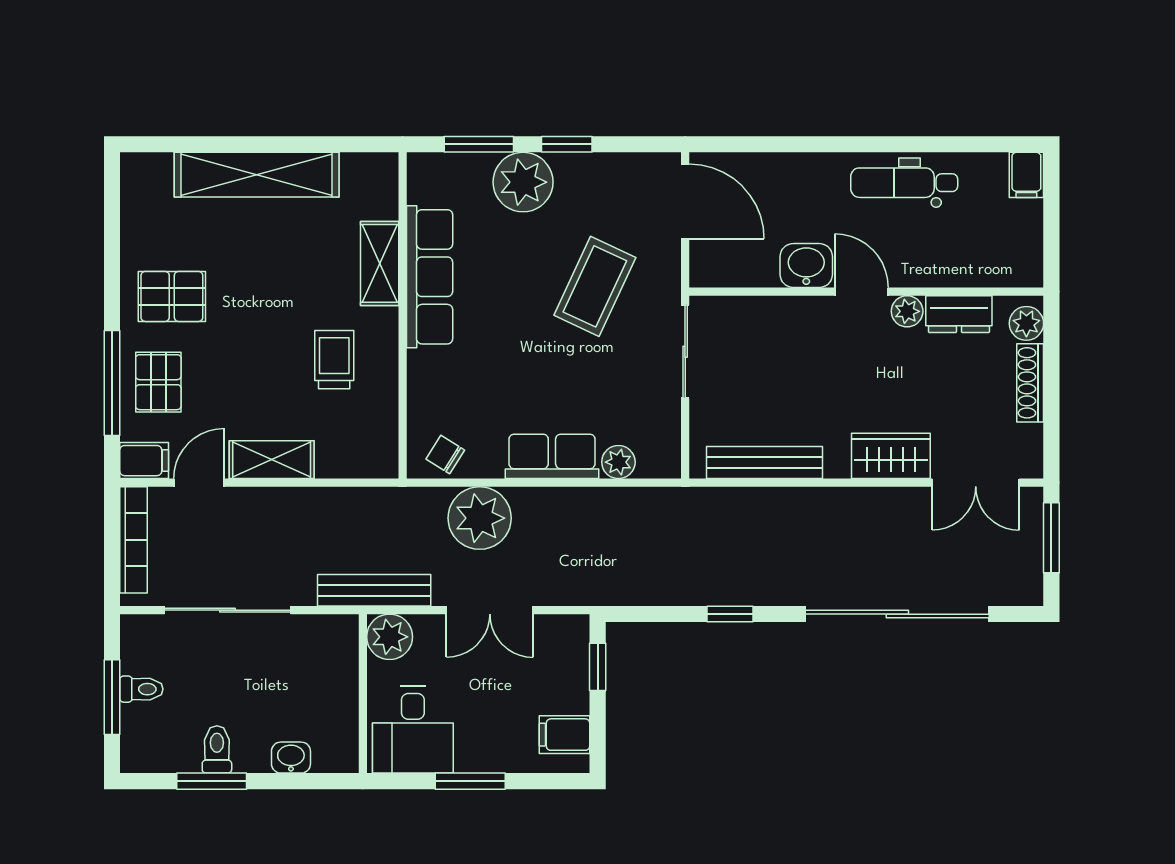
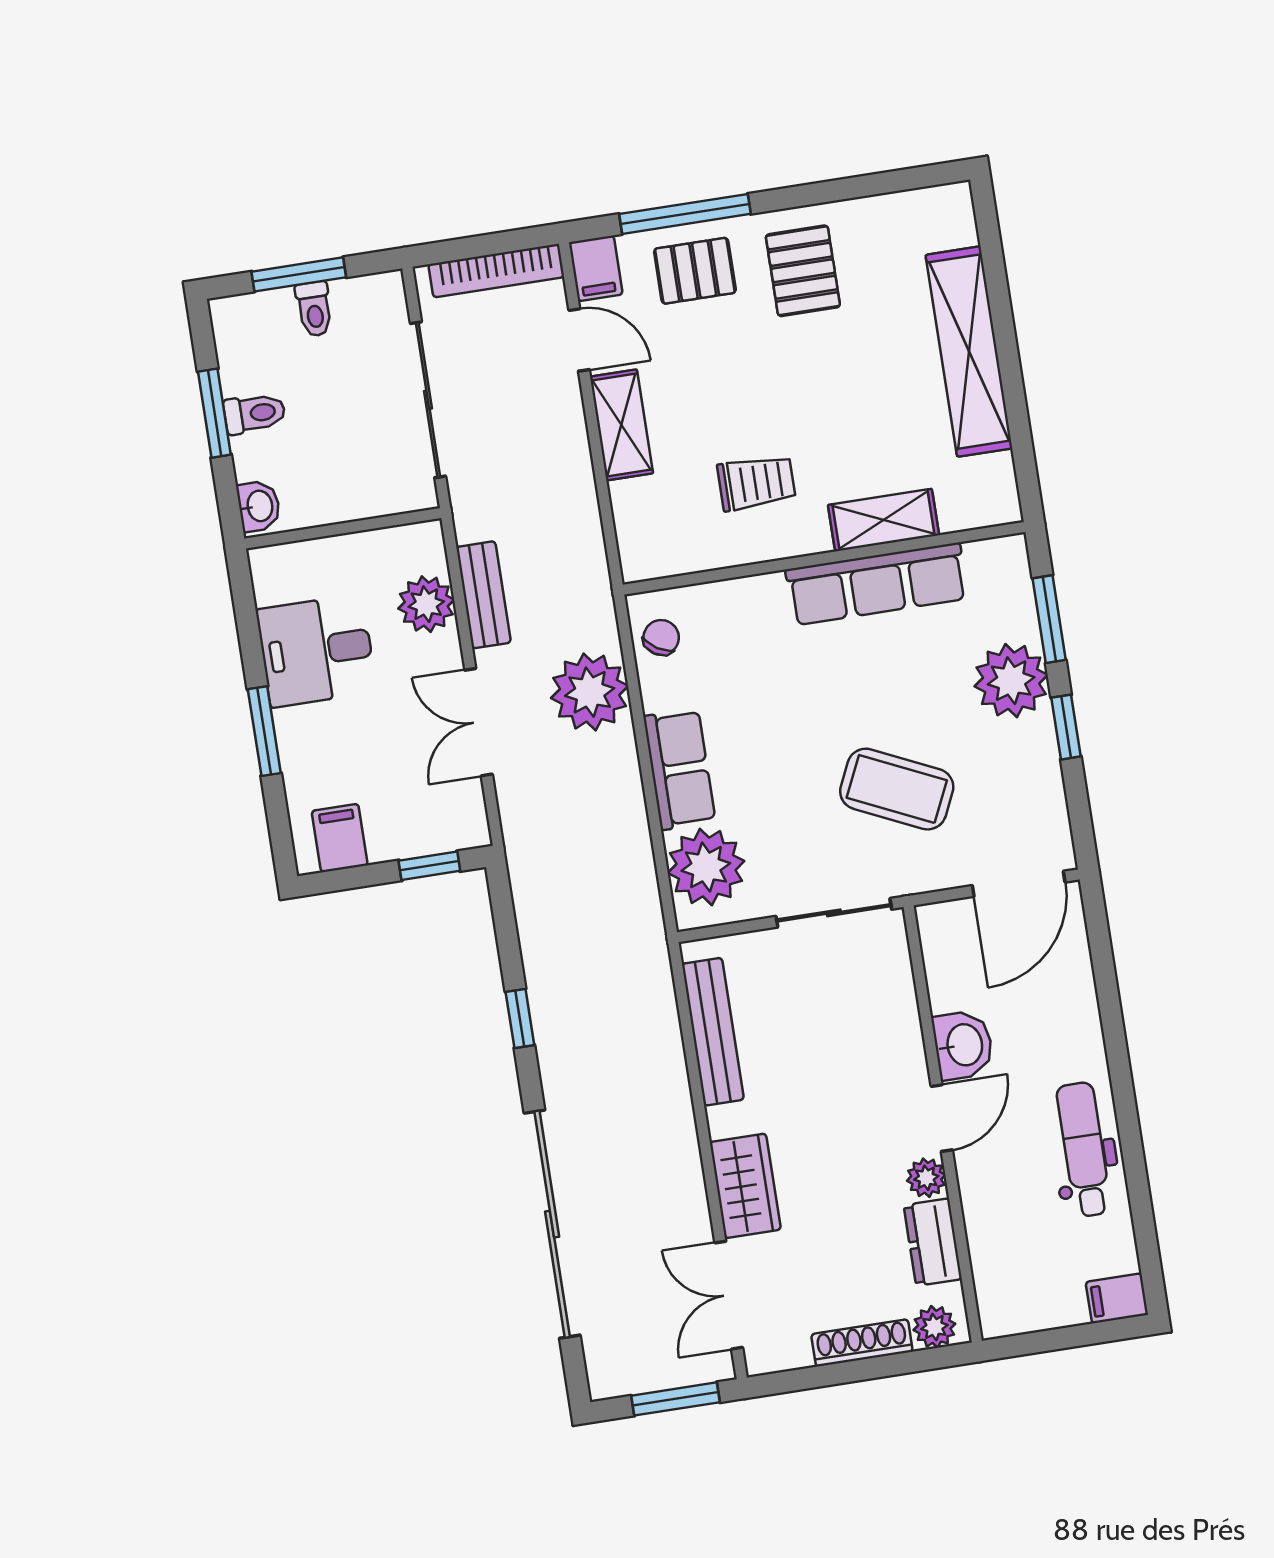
plant: (618, 462) -> (706, 867), width x1.88, depth x1.88
bench: (374, 590) -> (484, 595), width x0.73
wall: (363, 694) -> (343, 528), moved

